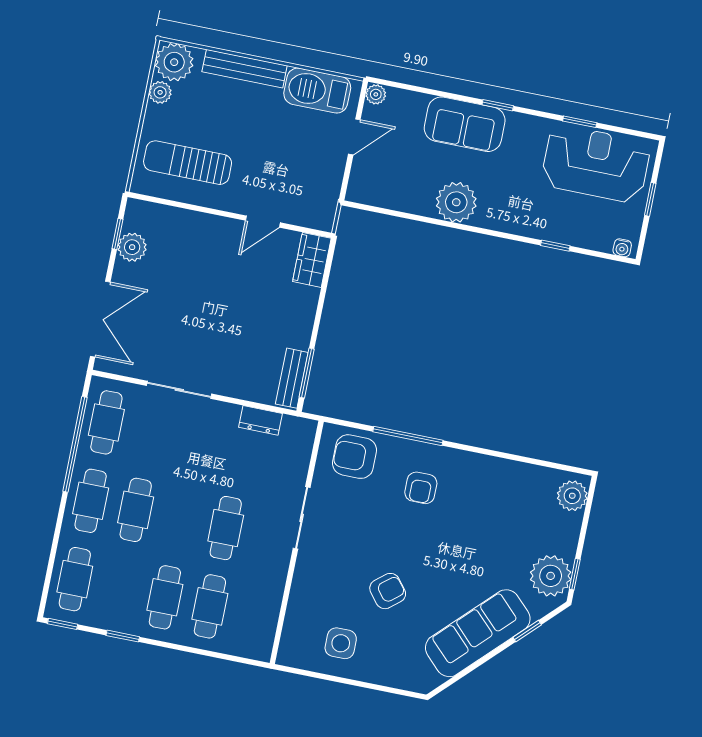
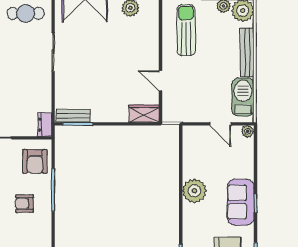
sofa: (465, 124) -> (241, 202), moved
dresser: (260, 420) -> (45, 124), moved
armchair: (354, 457) -> (35, 161), turned 180

